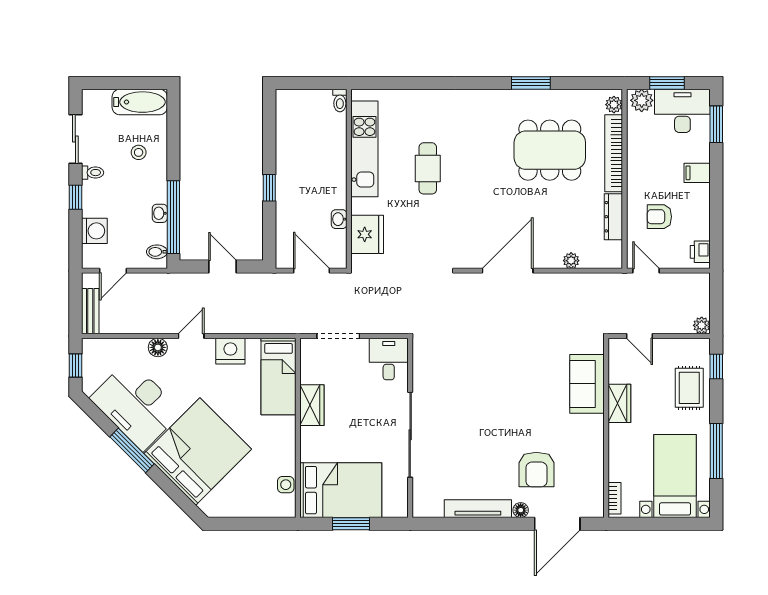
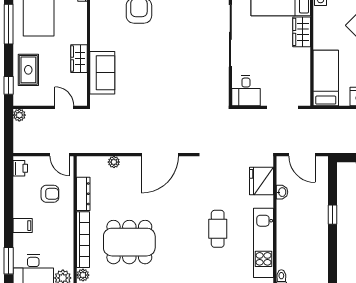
wardrobe: (312, 405) -> (302, 32), moved

